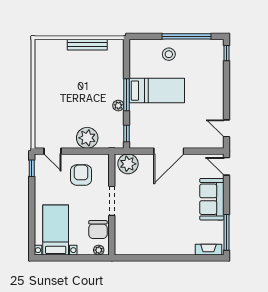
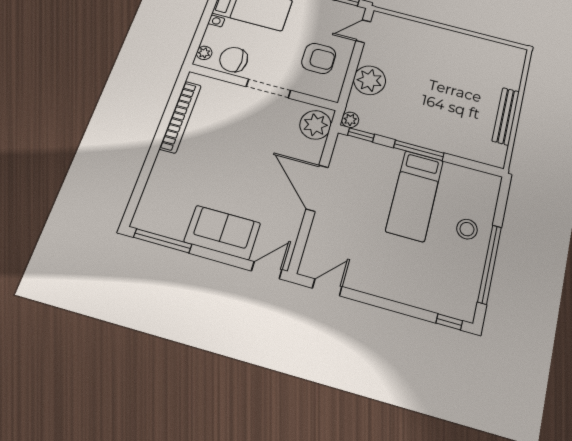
plant: (118, 106) -> (350, 120), moved
bookcase: (147, 250) -> (180, 117), added
fireplace: (208, 250) -> (146, 206), removed

